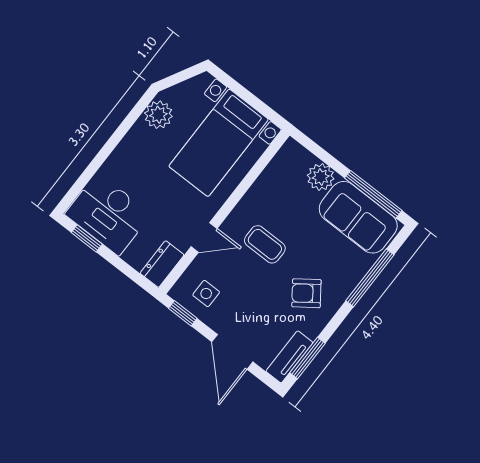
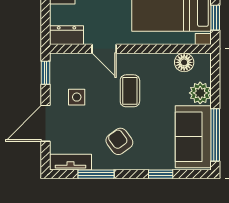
window: (258, 105) -> (215, 18), added
floor lamp: (278, 169) -> (184, 62), added
window: (370, 278) -> (161, 174), width x0.46
side table: (206, 294) -> (77, 97), moved
window: (307, 358) -> (96, 174), moved

